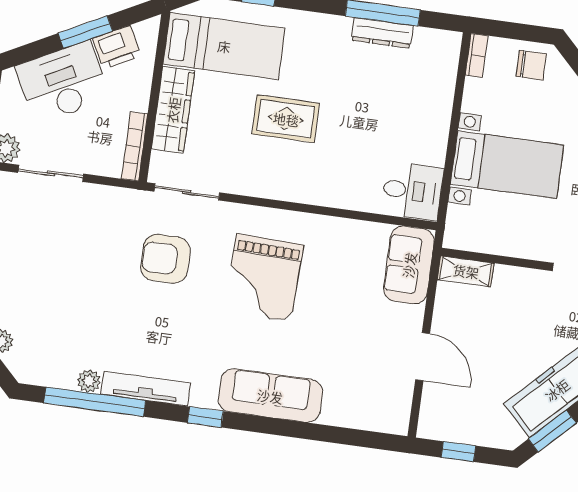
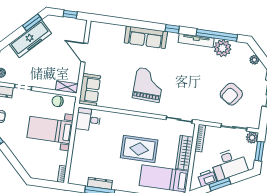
chair: (531, 65) -> (58, 101), moved
rug: (286, 119) -> (139, 149), width x1.36, depth x1.43
armchair: (165, 259) -> (231, 94), moved, turned 125
plant: (89, 381) -> (222, 48), width x1.88, depth x1.88

